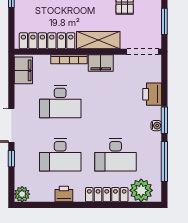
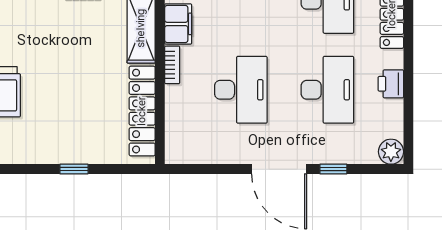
bookcase: (69, 59) -> (172, 65), width x0.64
filing cabinet: (23, 70) -> (190, 150), removed

